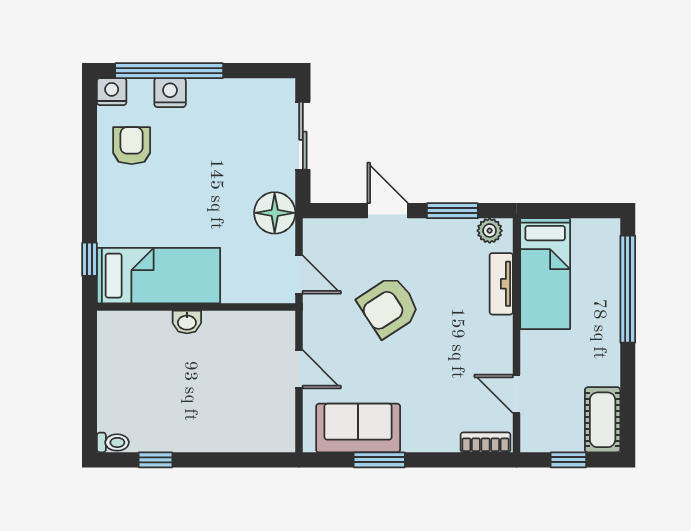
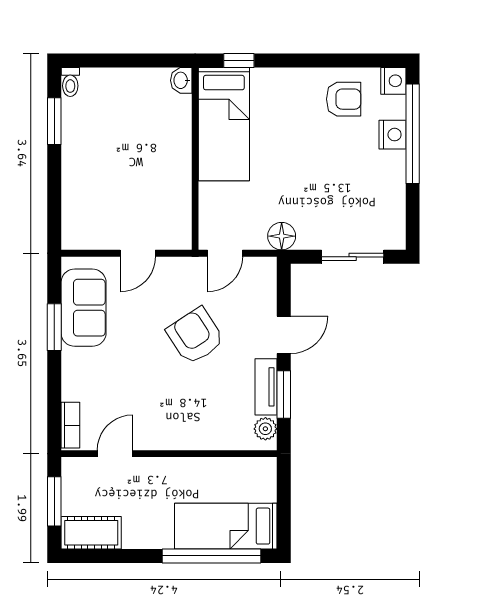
floor lamp: (275, 213) -> (282, 236), width x0.73, depth x0.73
bed: (545, 274) -> (226, 526), moved
tv unit: (501, 284) -> (266, 387), moved, turned -90
washbasin: (187, 322) -> (181, 80), moved
window: (155, 460) -> (54, 121), width x1.50
window: (568, 460) -> (54, 501), width x1.50

